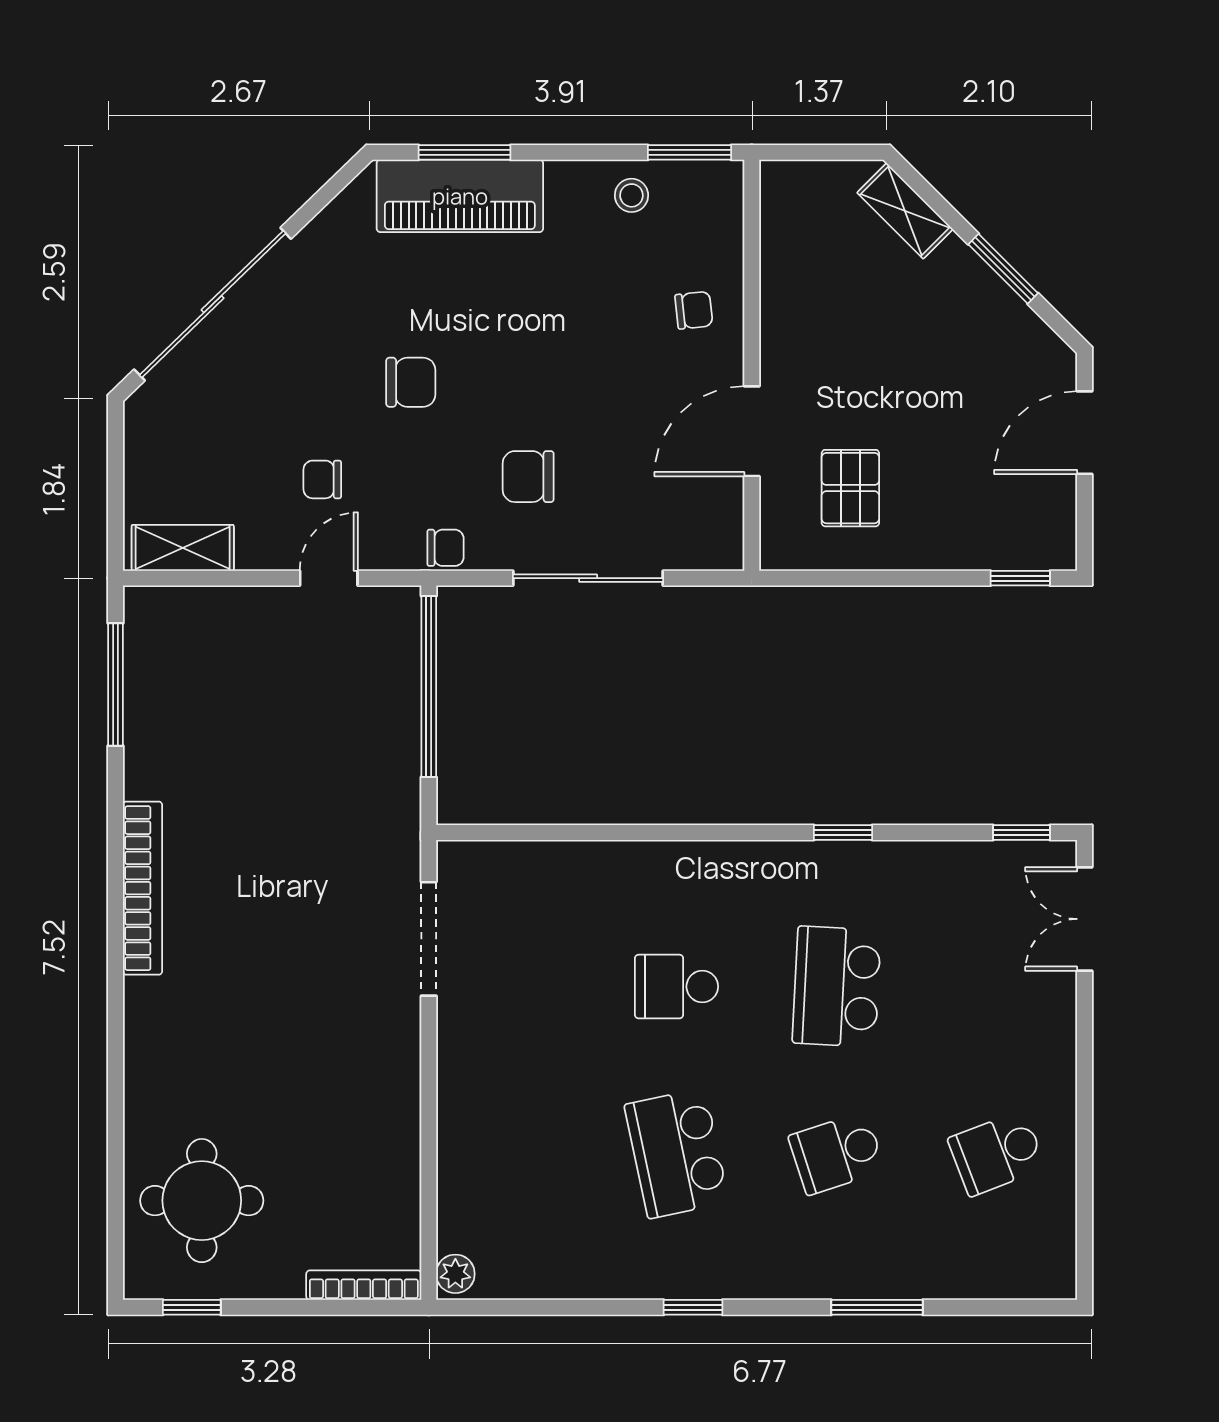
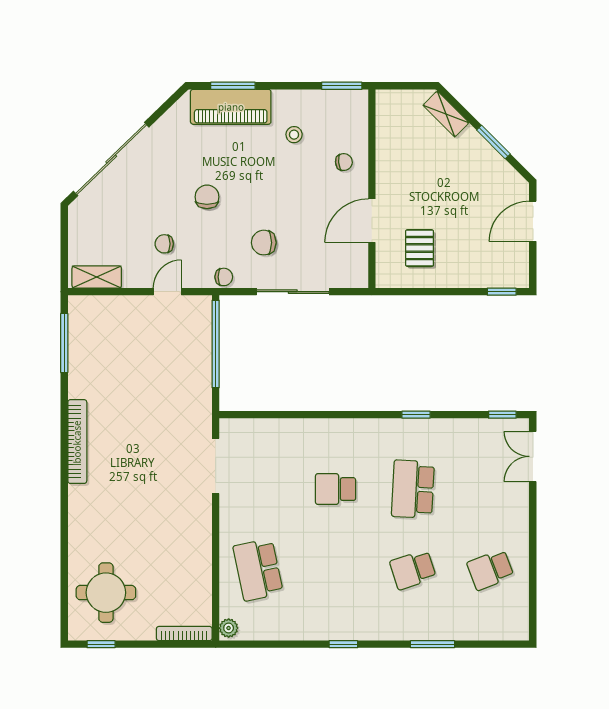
stool: (631, 195) -> (294, 135), moved
chair: (411, 382) -> (207, 197), turned -90
school desk: (677, 1153) -> (258, 570), moved

